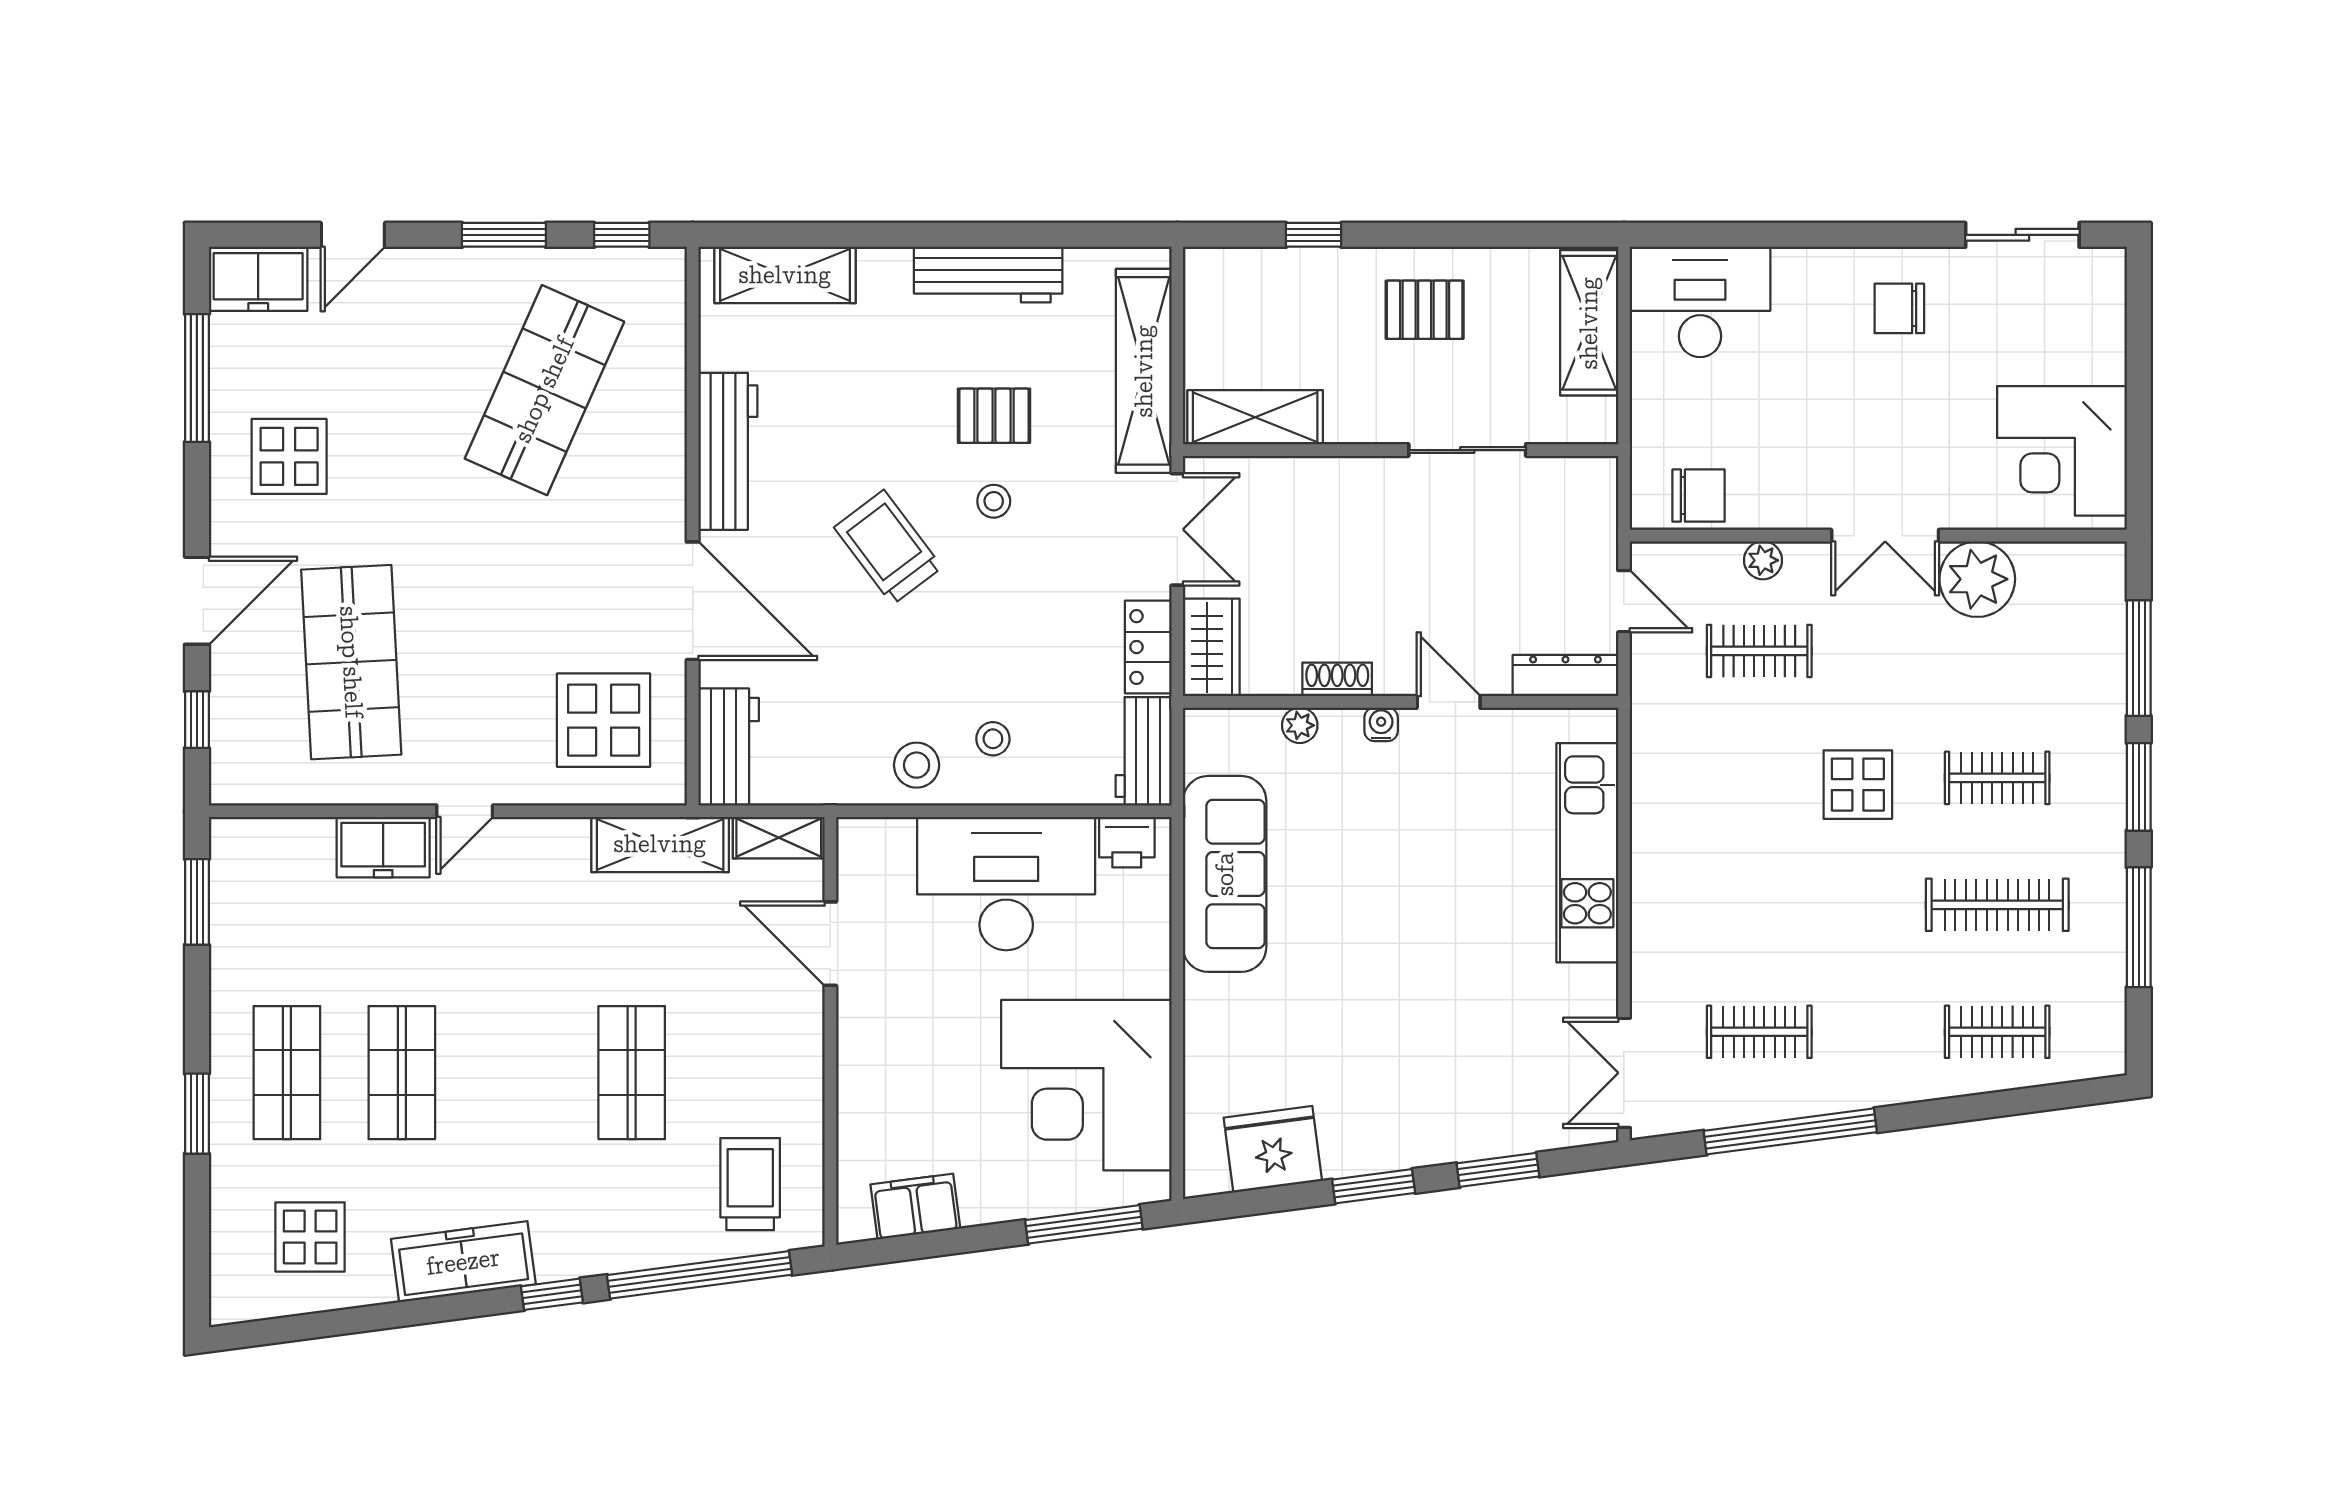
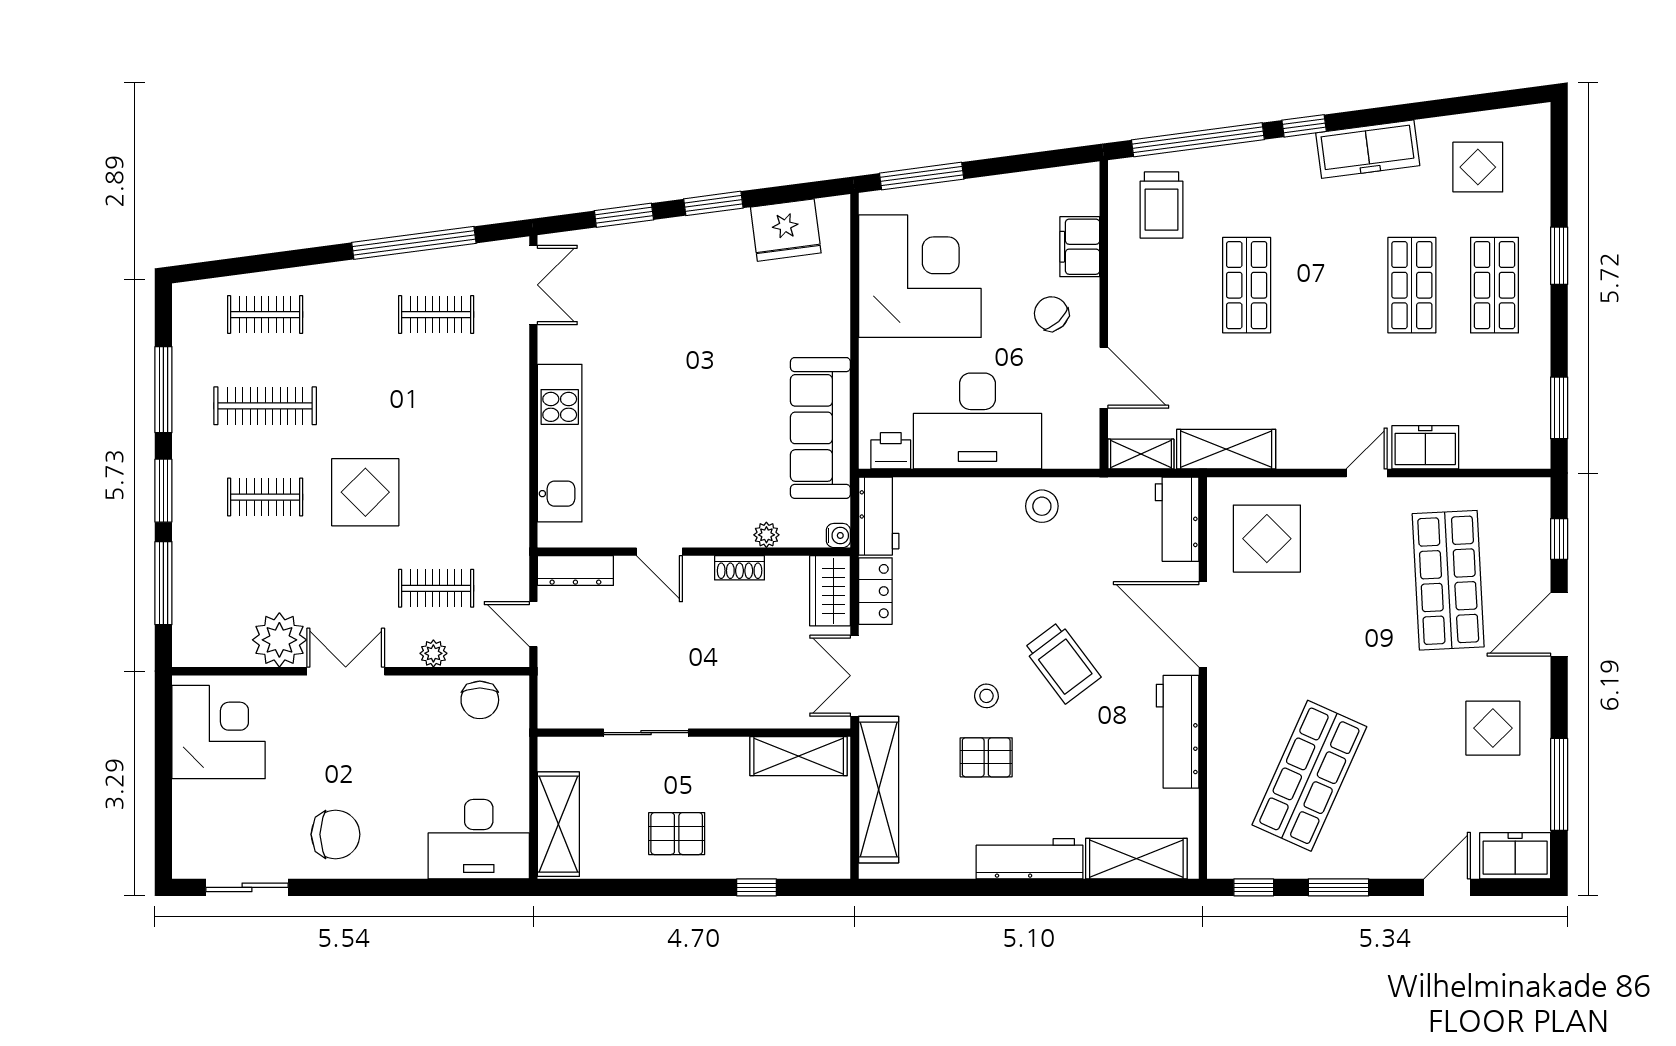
workbench: (988, 275) -> (1030, 859), moved
chair: (1899, 308) -> (335, 834), width x1.37, depth x1.37
chair: (1699, 496) -> (480, 700), turned -90
water cooler: (1381, 724) -> (838, 535), moved, turned -90
stool: (993, 739) -> (987, 525), removed
display table: (1858, 785) -> (365, 492), width x1.36, depth x1.36
chair: (903, 1033) -> (1051, 314), added
filing cabinet: (915, 1207) -> (1080, 247), moved, turned 97

